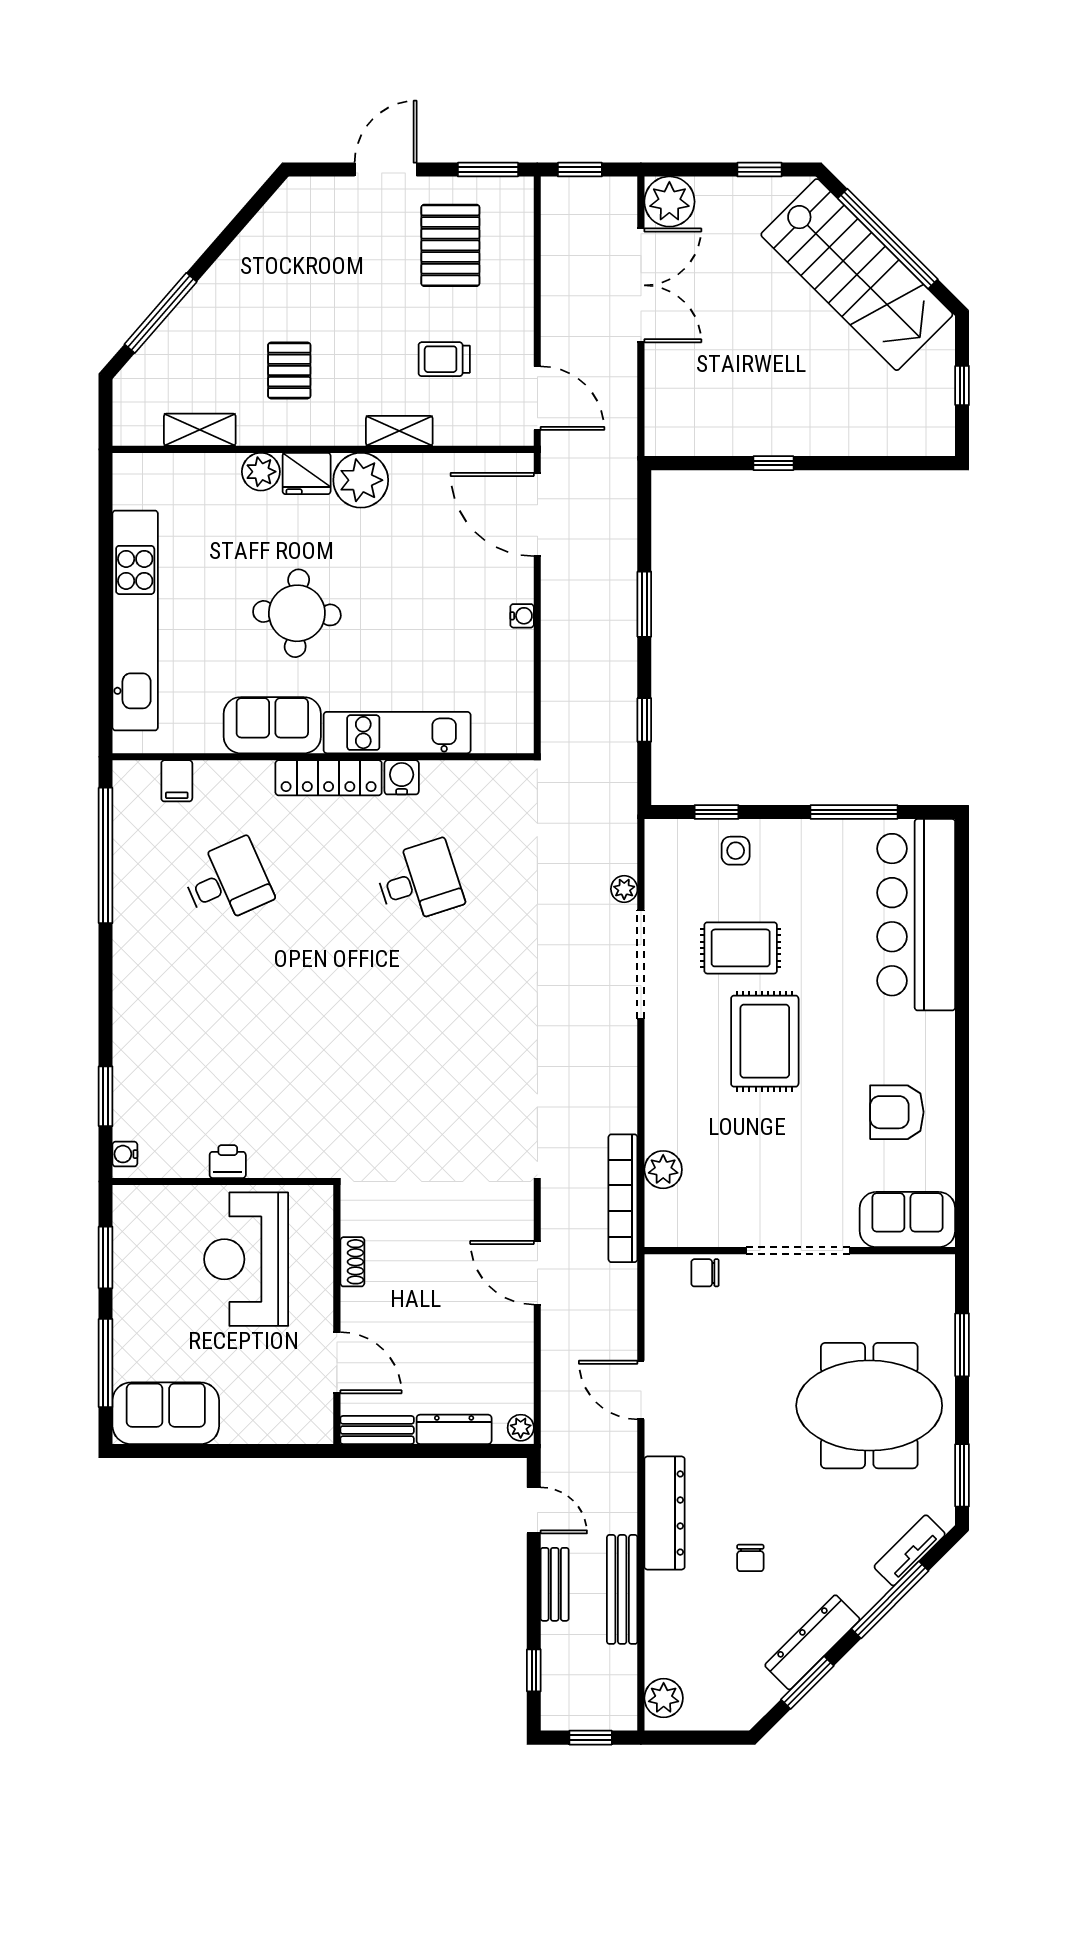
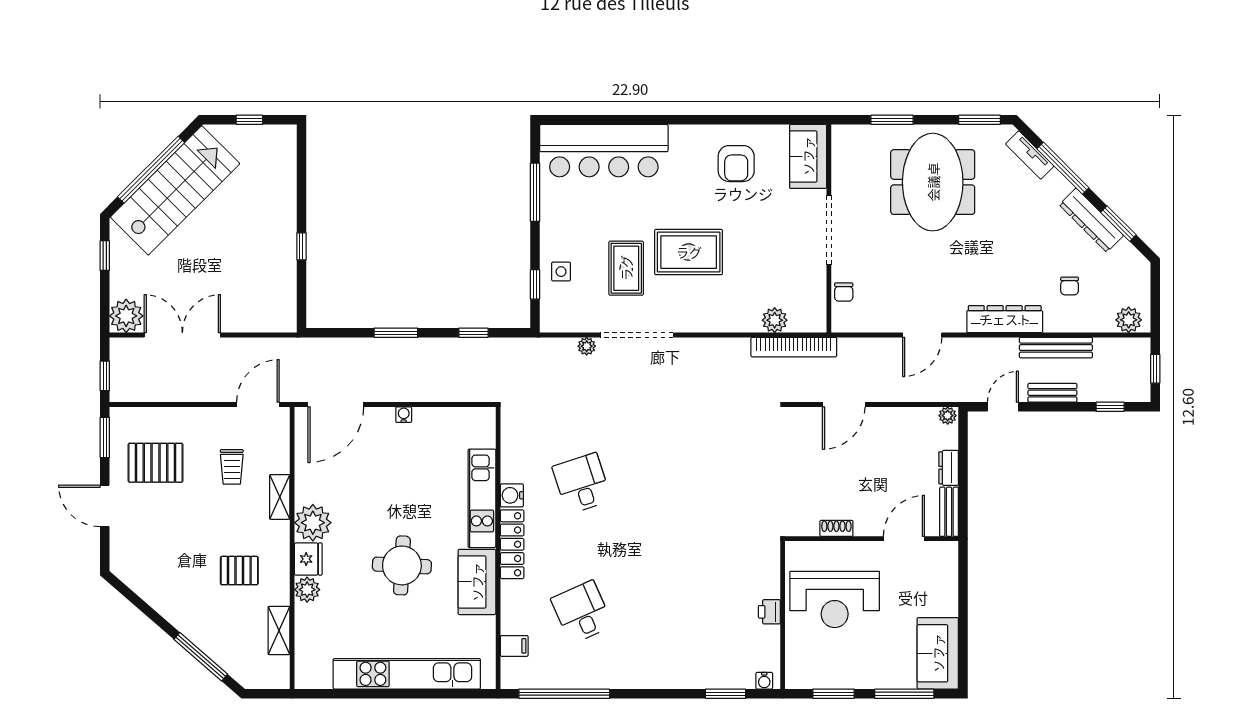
dresser: (454, 1429) -> (949, 468), width x0.70
chair: (750, 1558) -> (1070, 286), moved, turned 90

